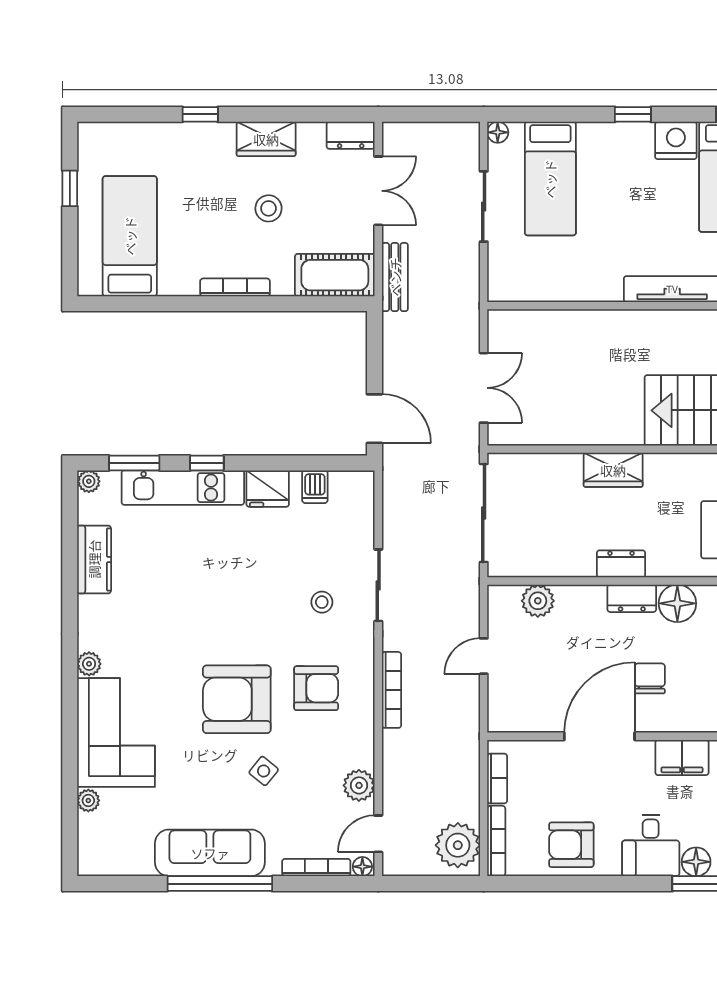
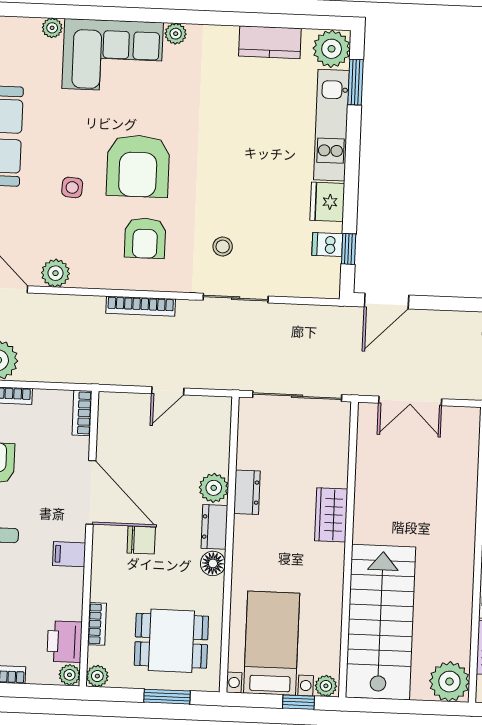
window: (207, 463) -> (349, 249), moved
plant: (89, 481) -> (332, 49), width x1.87, depth x1.87
dresser: (621, 564) -> (247, 492), moved
plant: (538, 601) -> (214, 488), moved
floor lamp: (677, 603) -> (213, 563), width x0.73, depth x0.73
door: (484, 656) -> (168, 391), swing flipped
armchair: (237, 699) -> (138, 166), turned 180
filing cabinet: (682, 757) -> (69, 554), width x0.50
side table: (264, 771) -> (72, 187), turned -35
bookcase: (497, 778) -> (82, 413), moved, turned 90

